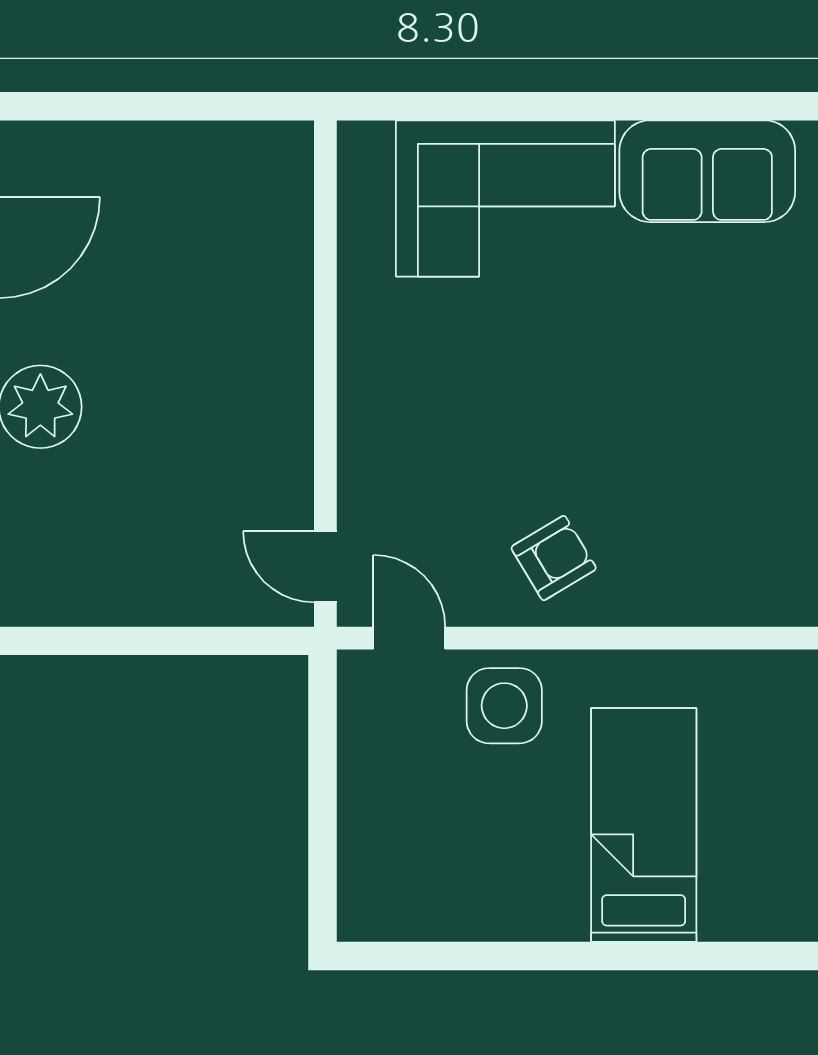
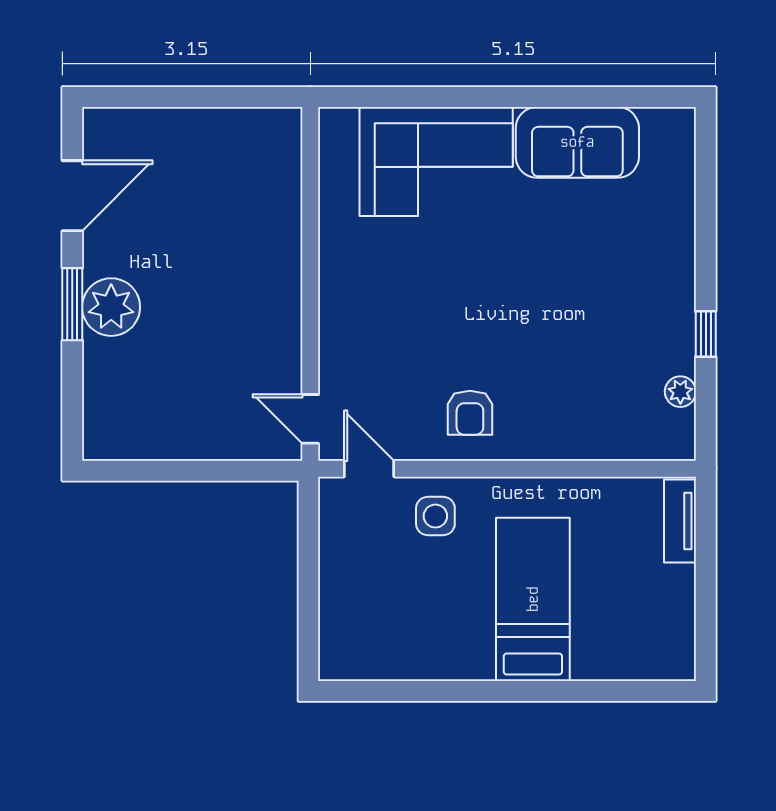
armchair: (554, 558) -> (470, 413), turned 121
side table: (504, 706) -> (435, 516), width x0.73, depth x0.73

